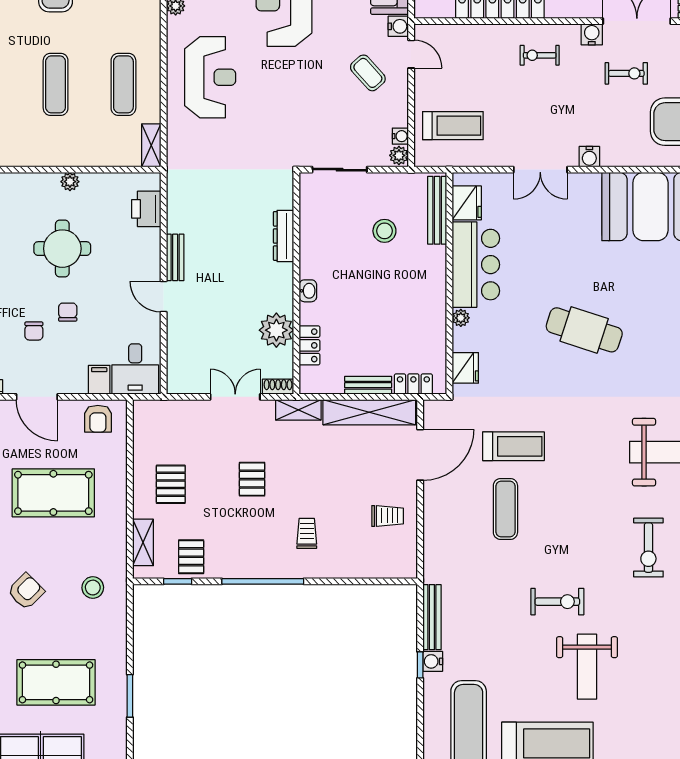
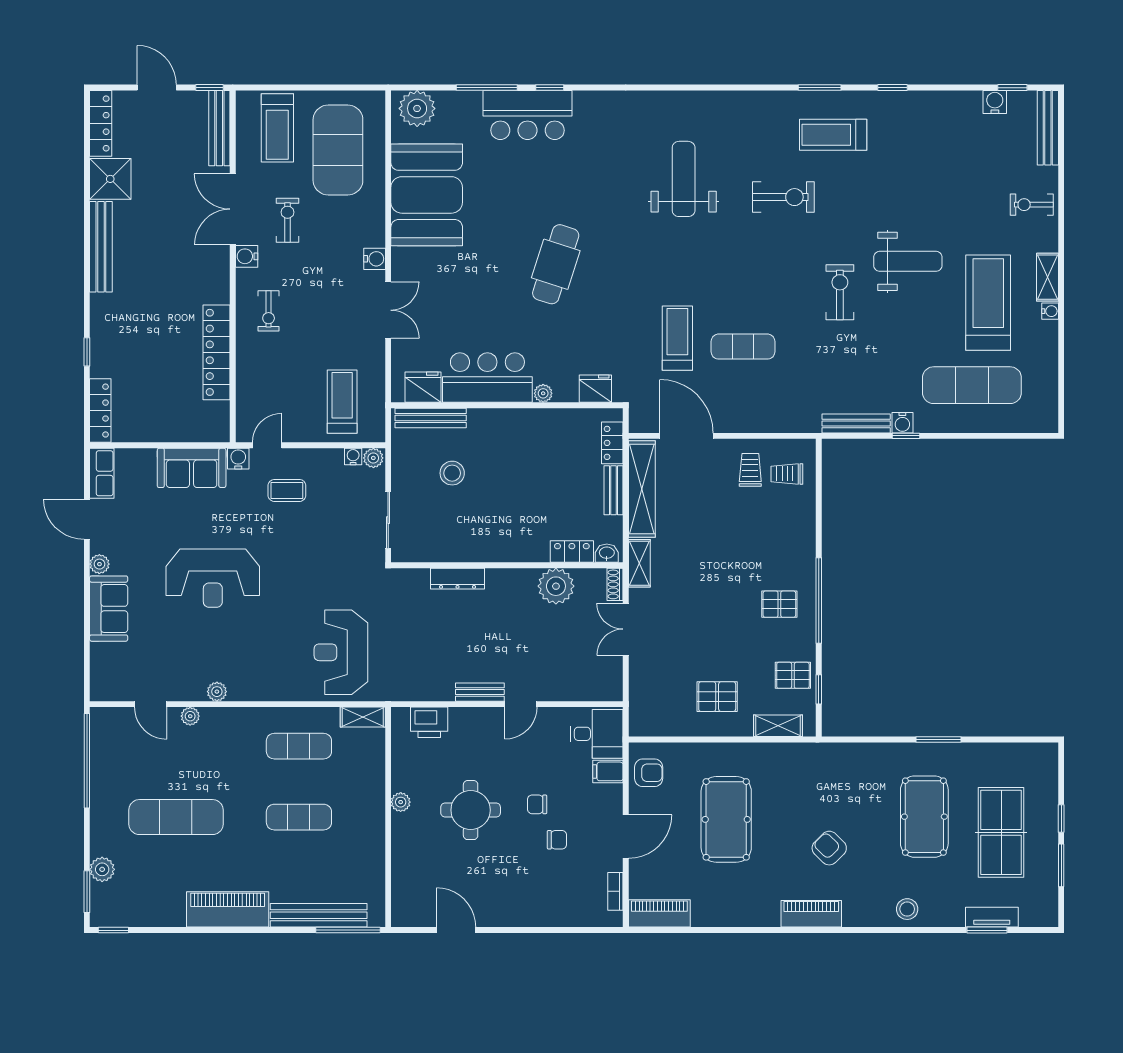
coffee table: (368, 73) -> (287, 490), turned 42
reception desk: (210, 77) -> (341, 652), moved, turned -90
washbasin: (308, 291) -> (607, 553), moved
pallet: (252, 479) -> (779, 604), moved
trolley: (307, 533) -> (787, 474), moved
stool: (93, 588) -> (825, 778), removed

